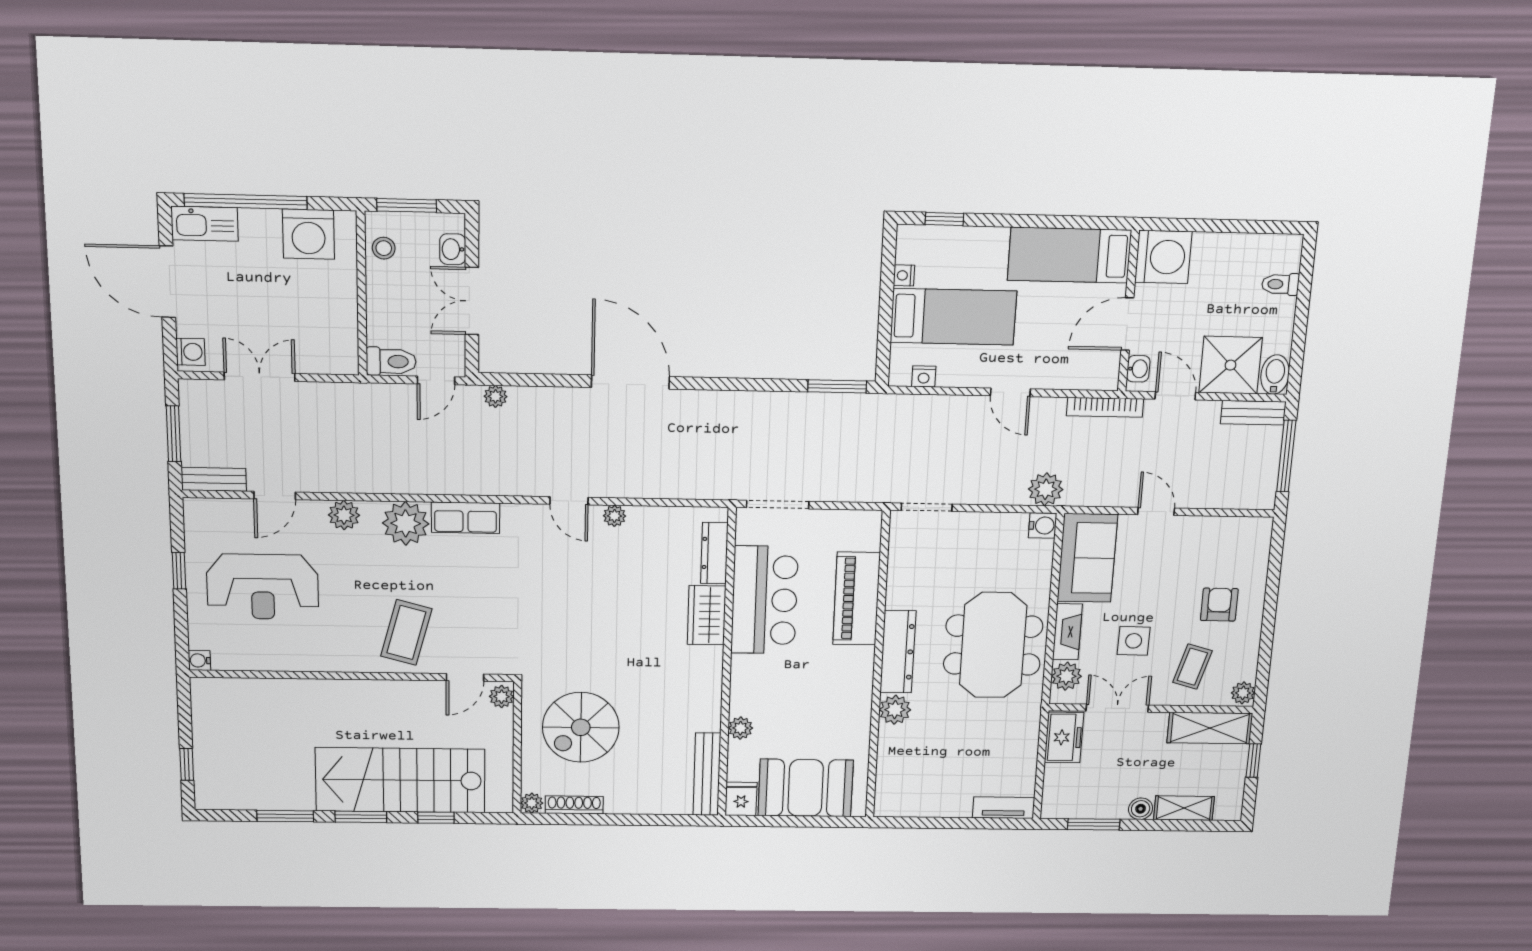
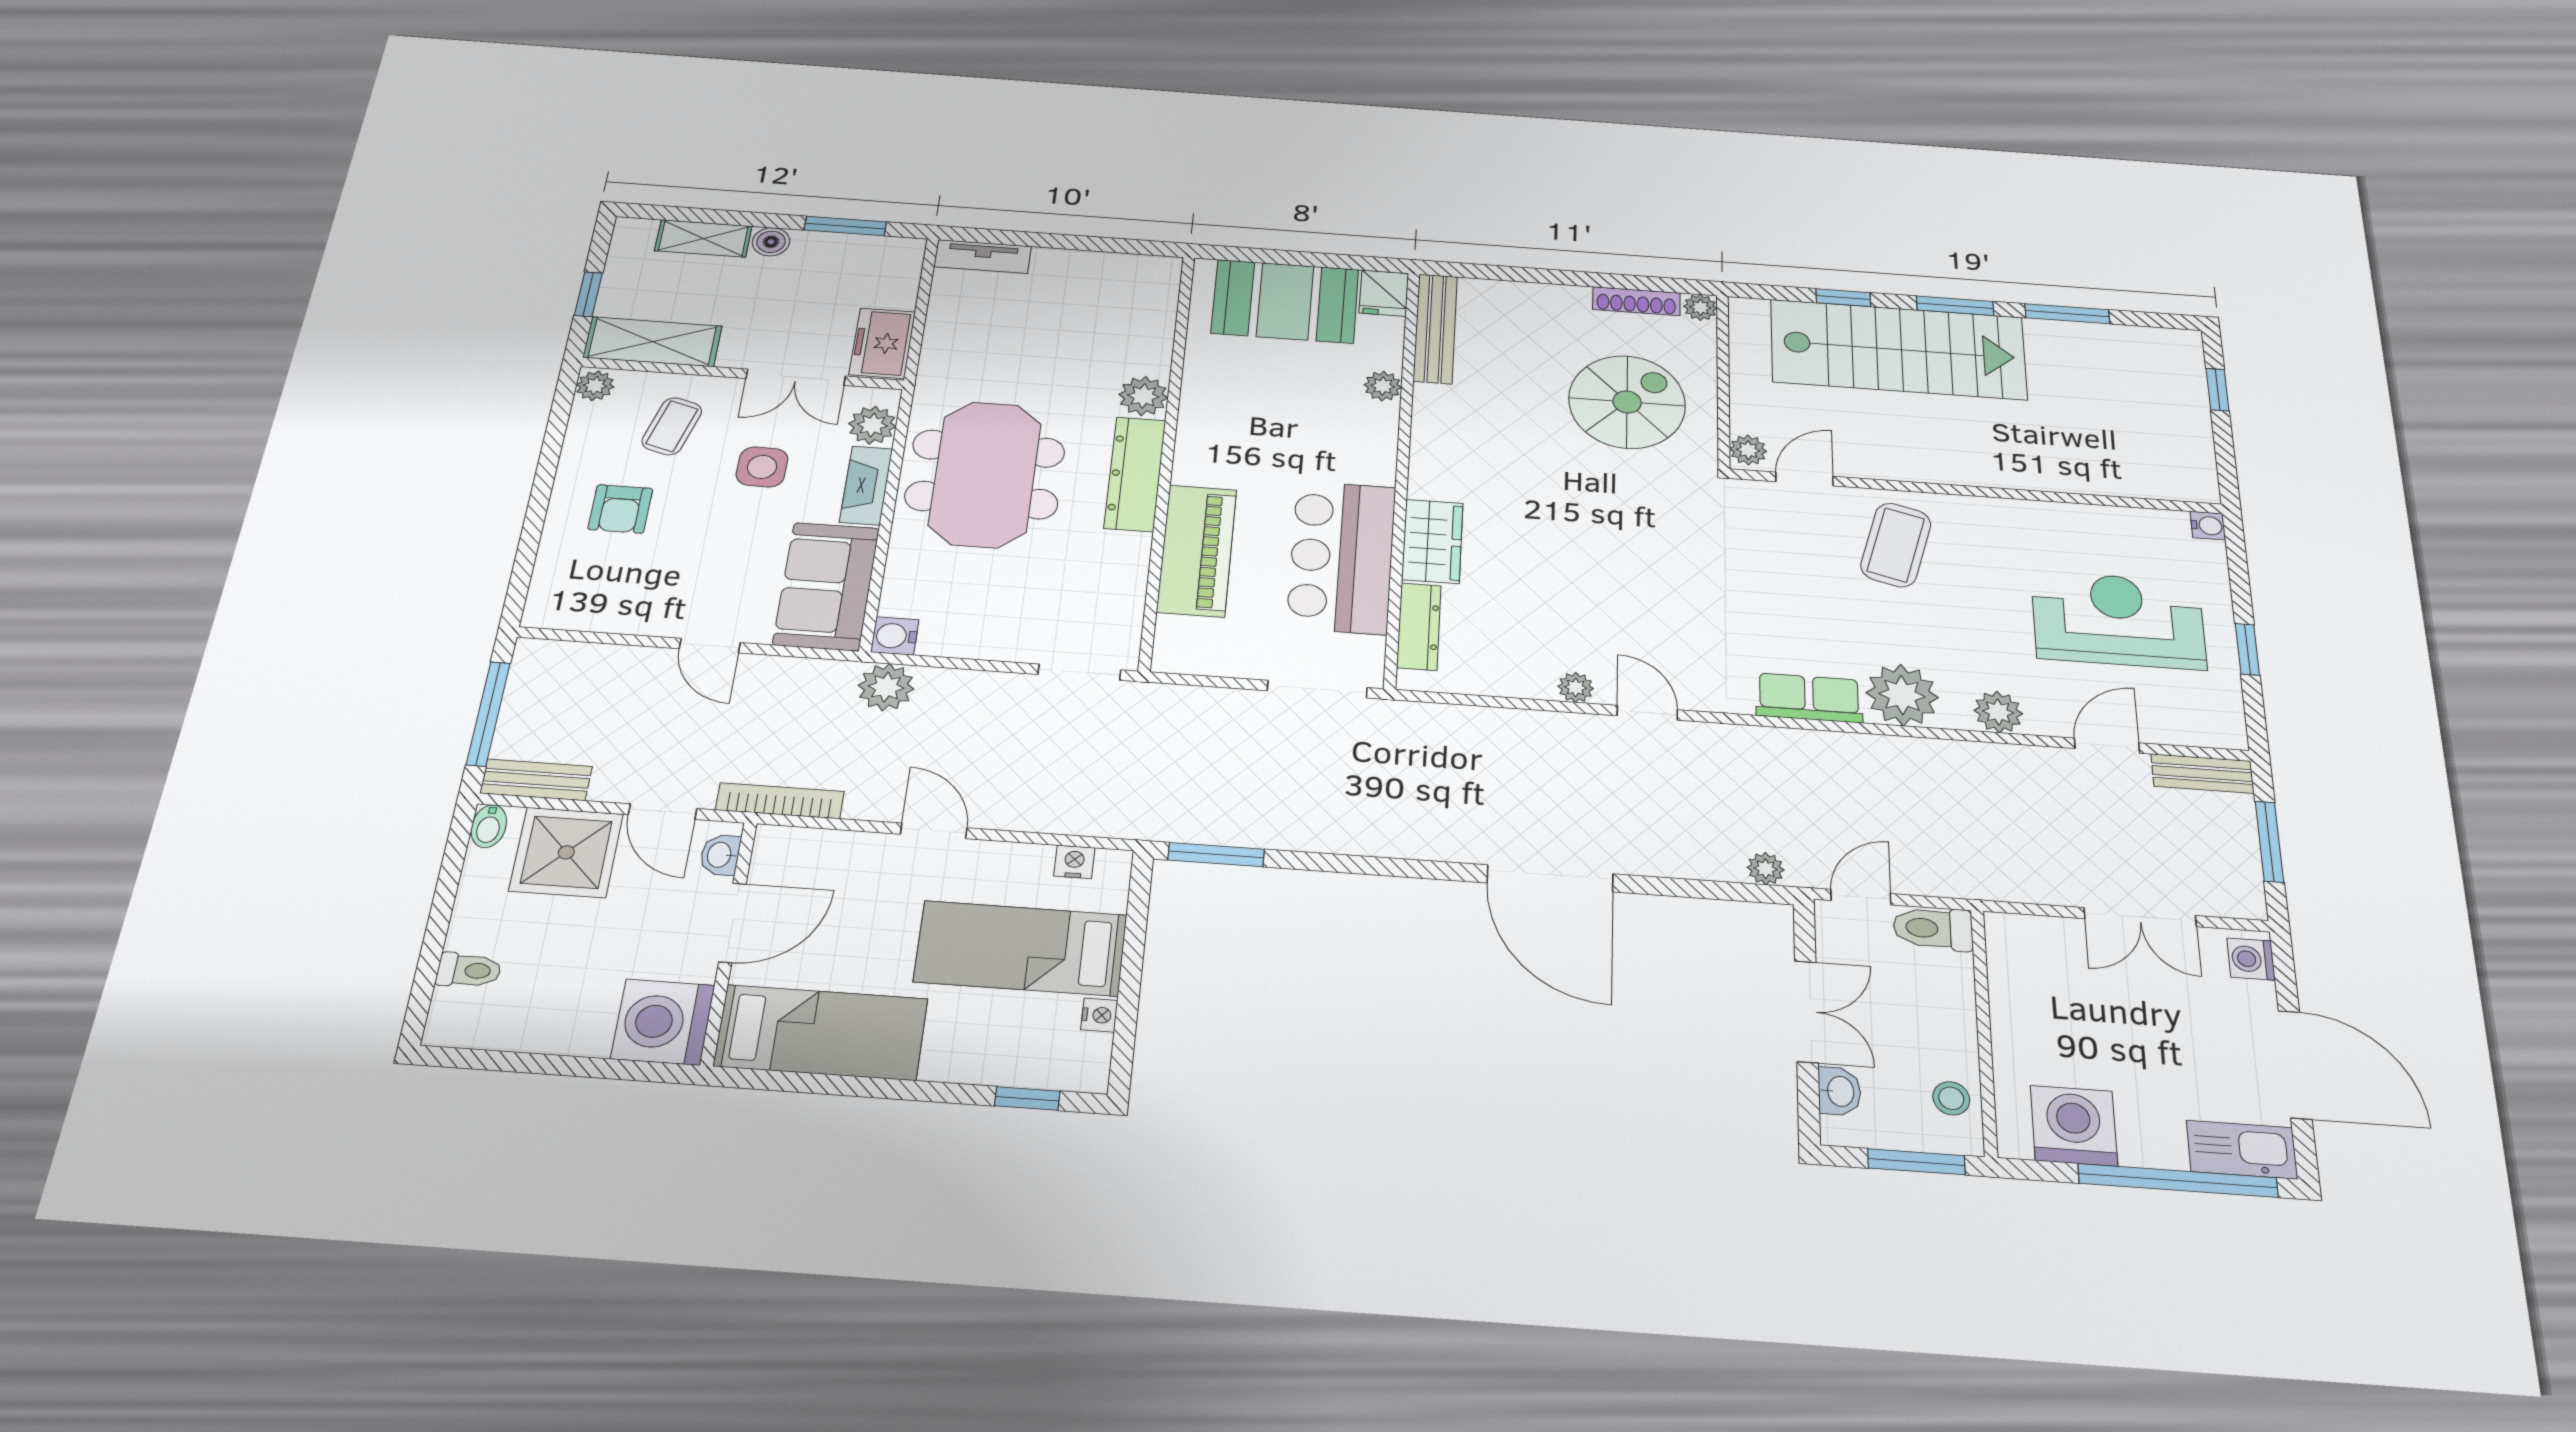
bidet: (1275, 375) -> (489, 826), width x0.72, depth x0.74

